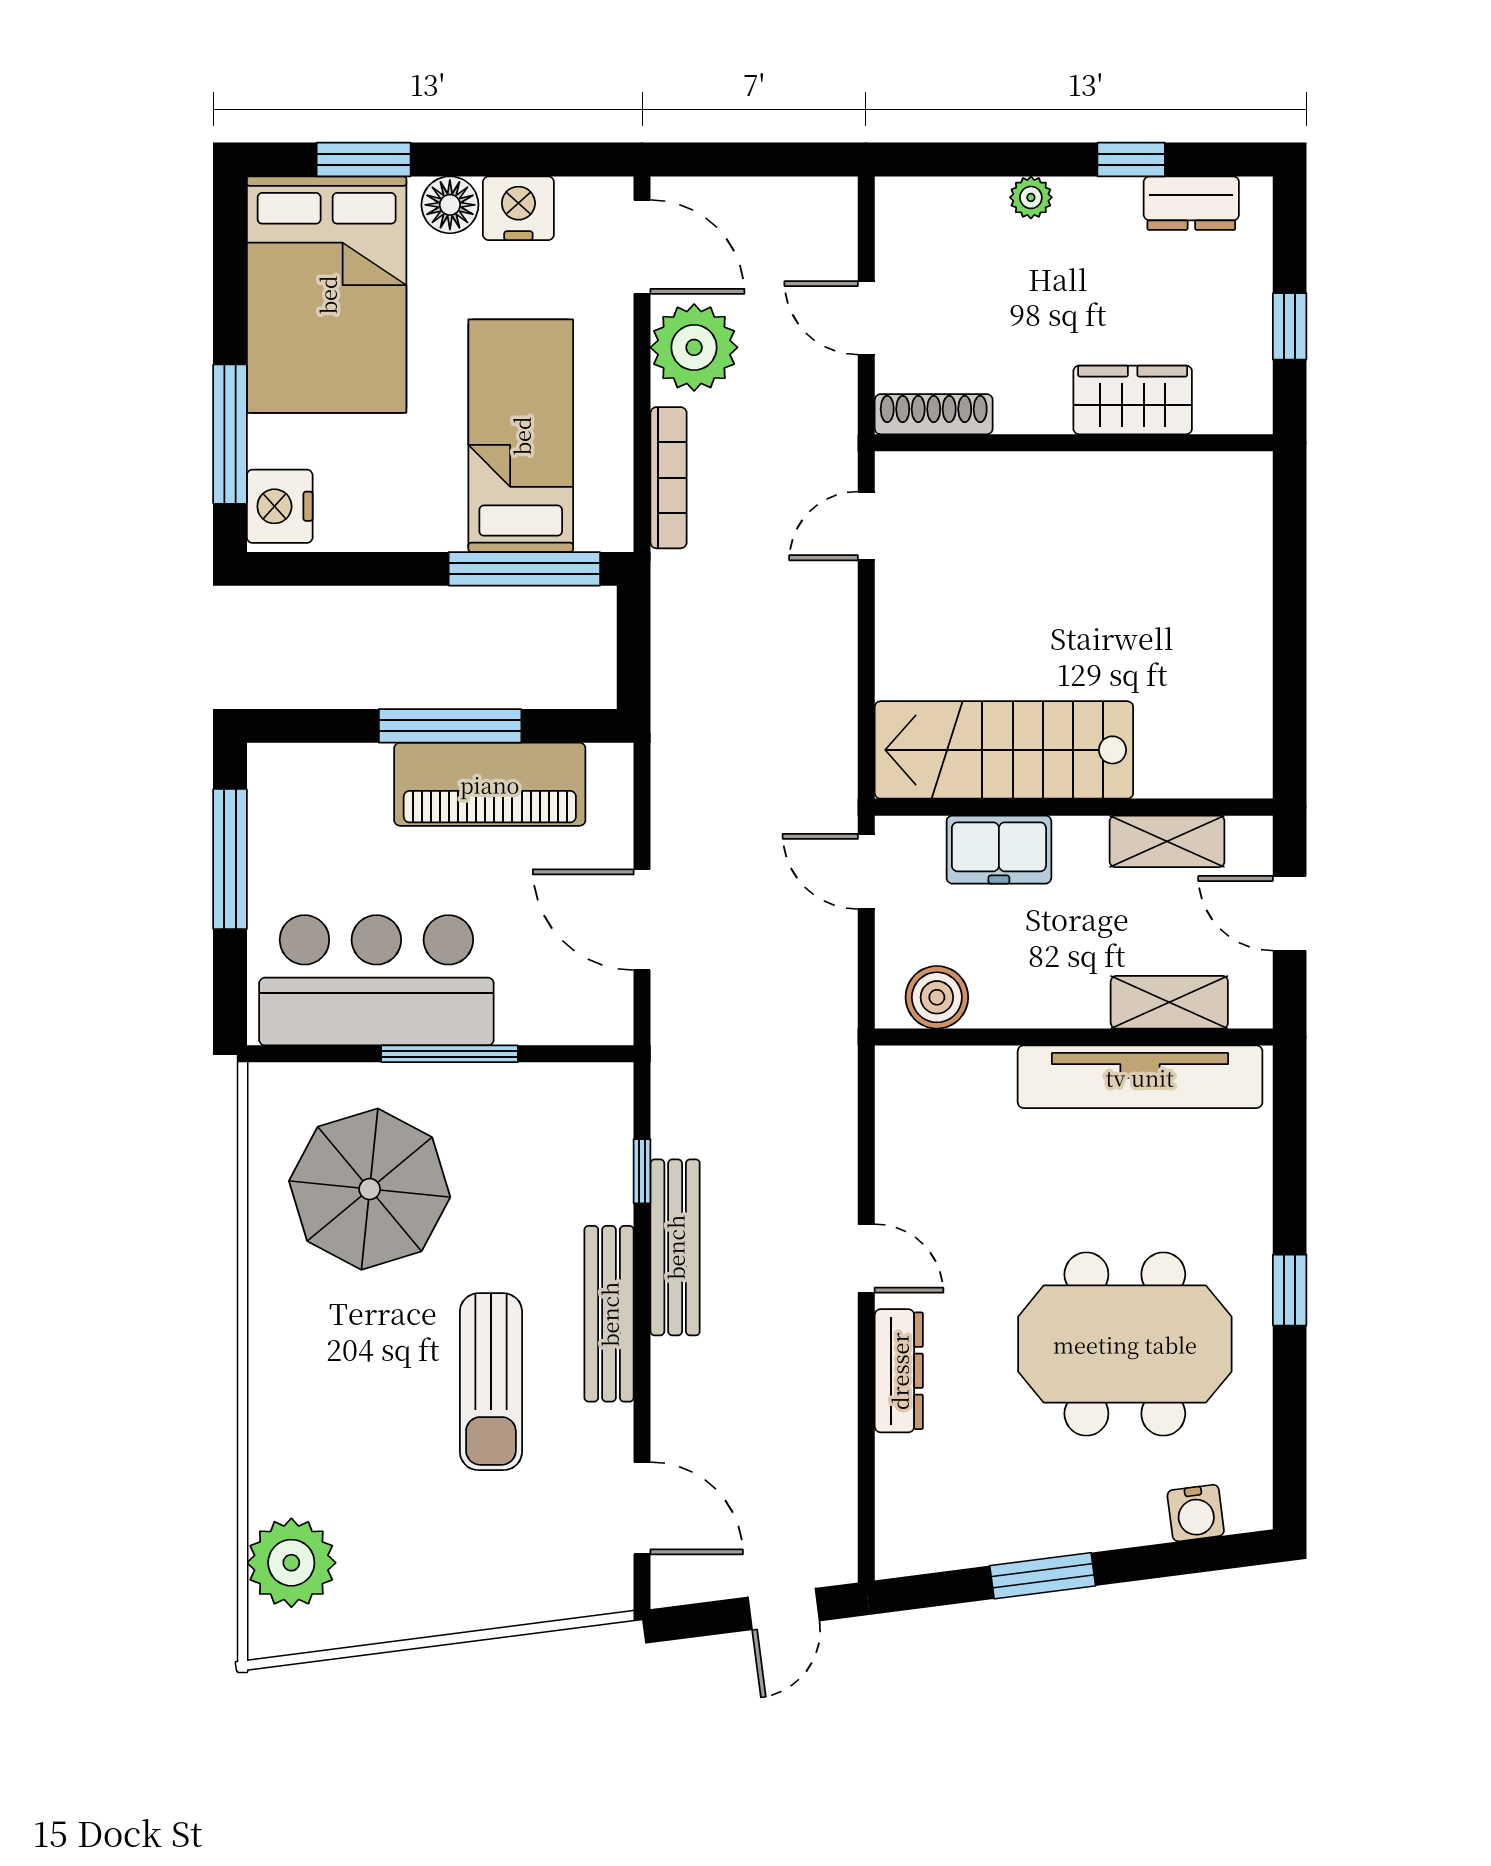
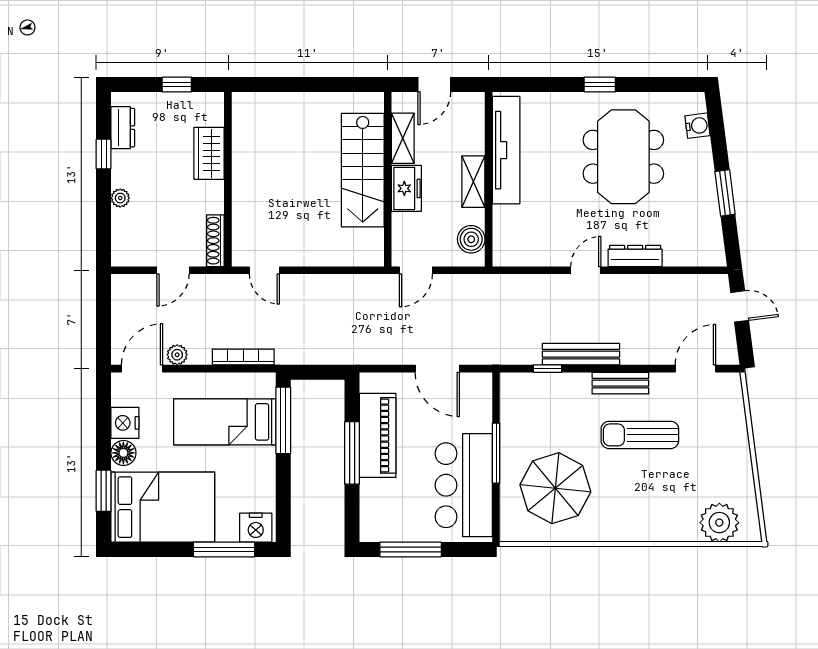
plant: (694, 347) -> (177, 355), width x0.53, depth x0.53
stairs: (1004, 750) -> (363, 170), moved
freezer: (999, 850) -> (406, 188), moved
door: (642, 920) -> (437, 369), hinge flipped
shelving: (1169, 1002) -> (473, 182), moved
bench: (609, 1314) -> (620, 383), width x0.73
sun lounger: (491, 1382) -> (640, 435), turned 180

